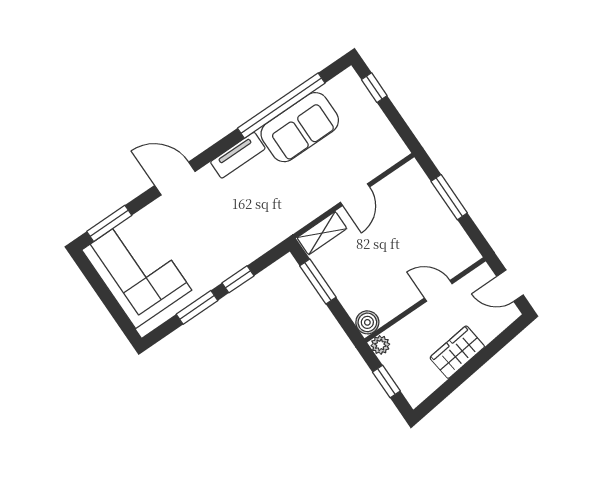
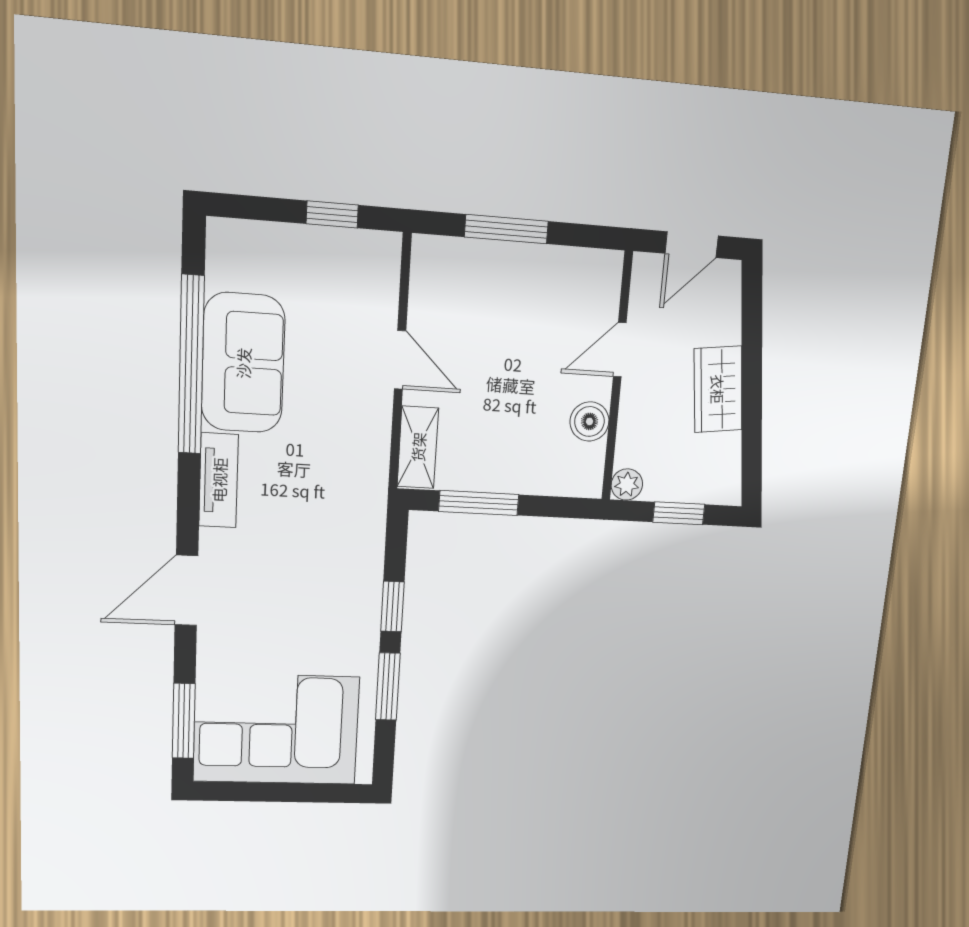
window: (374, 88) -> (332, 214), moved
boiler: (367, 322) -> (589, 421), moved

